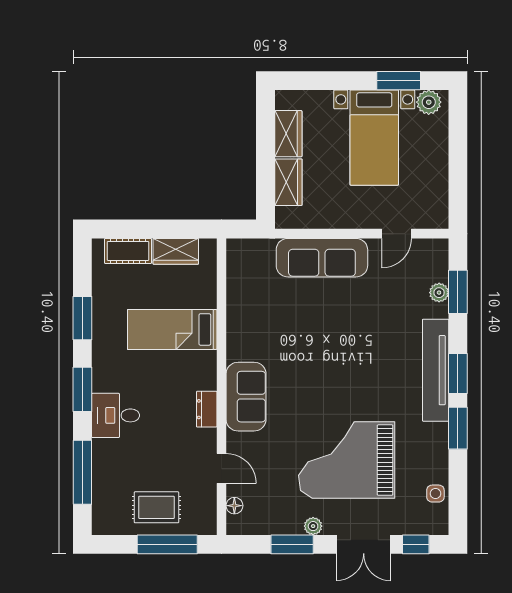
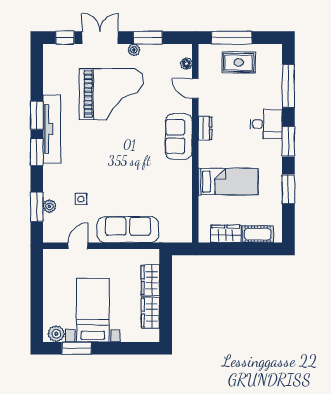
tv unit: (436, 370) -> (52, 129), moved
side table: (435, 494) -> (81, 199), moved

